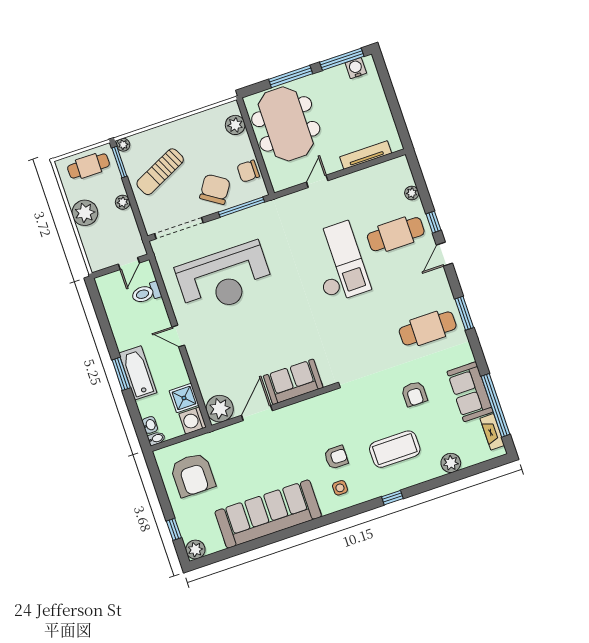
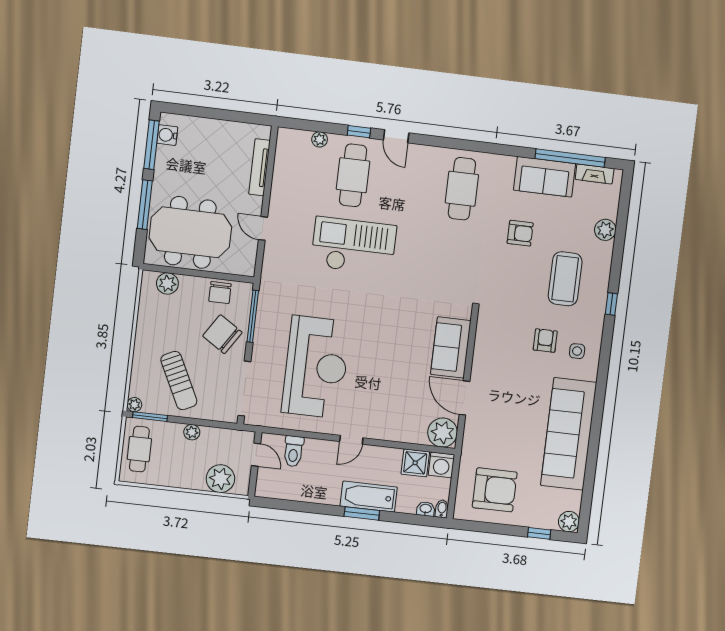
plant: (85, 213) -> (220, 479), moved
window: (464, 313) -> (464, 145), removed

